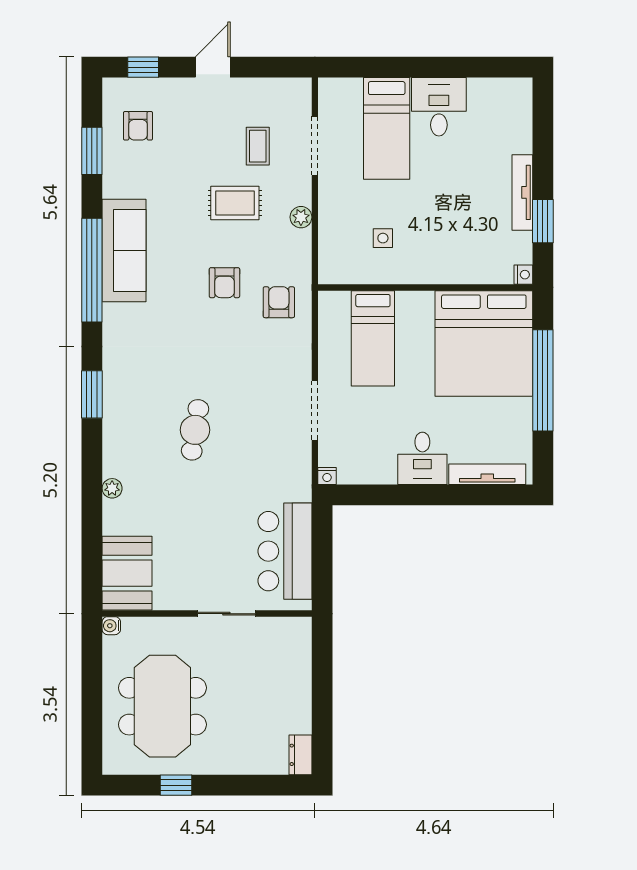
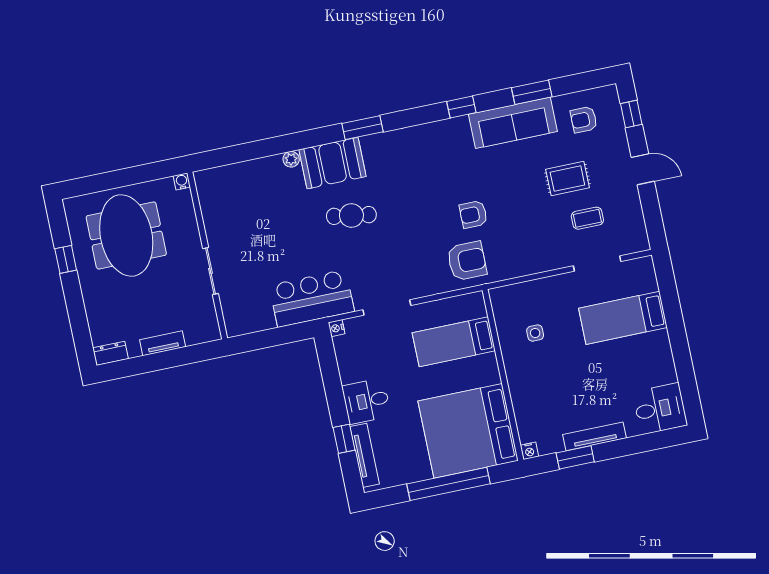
desk: (439, 107) -> (660, 409), moved
window: (92, 151) -> (532, 92), moved
rug: (235, 203) -> (567, 179), moved, turned 90
plant: (301, 217) -> (538, 264), removed
sofa: (124, 250) -> (513, 123), moved
window: (92, 270) -> (461, 107), width x0.32
armchair: (279, 302) -> (467, 261), width x1.38, depth x1.38
window: (462, 495) -> (344, 439), added
bar counter: (285, 551) -> (312, 298), moved
booth: (127, 573) -> (333, 163), moved
tv unit: (302, 690) -> (163, 343), added
meeting table: (162, 706) -> (126, 235), turned 90

